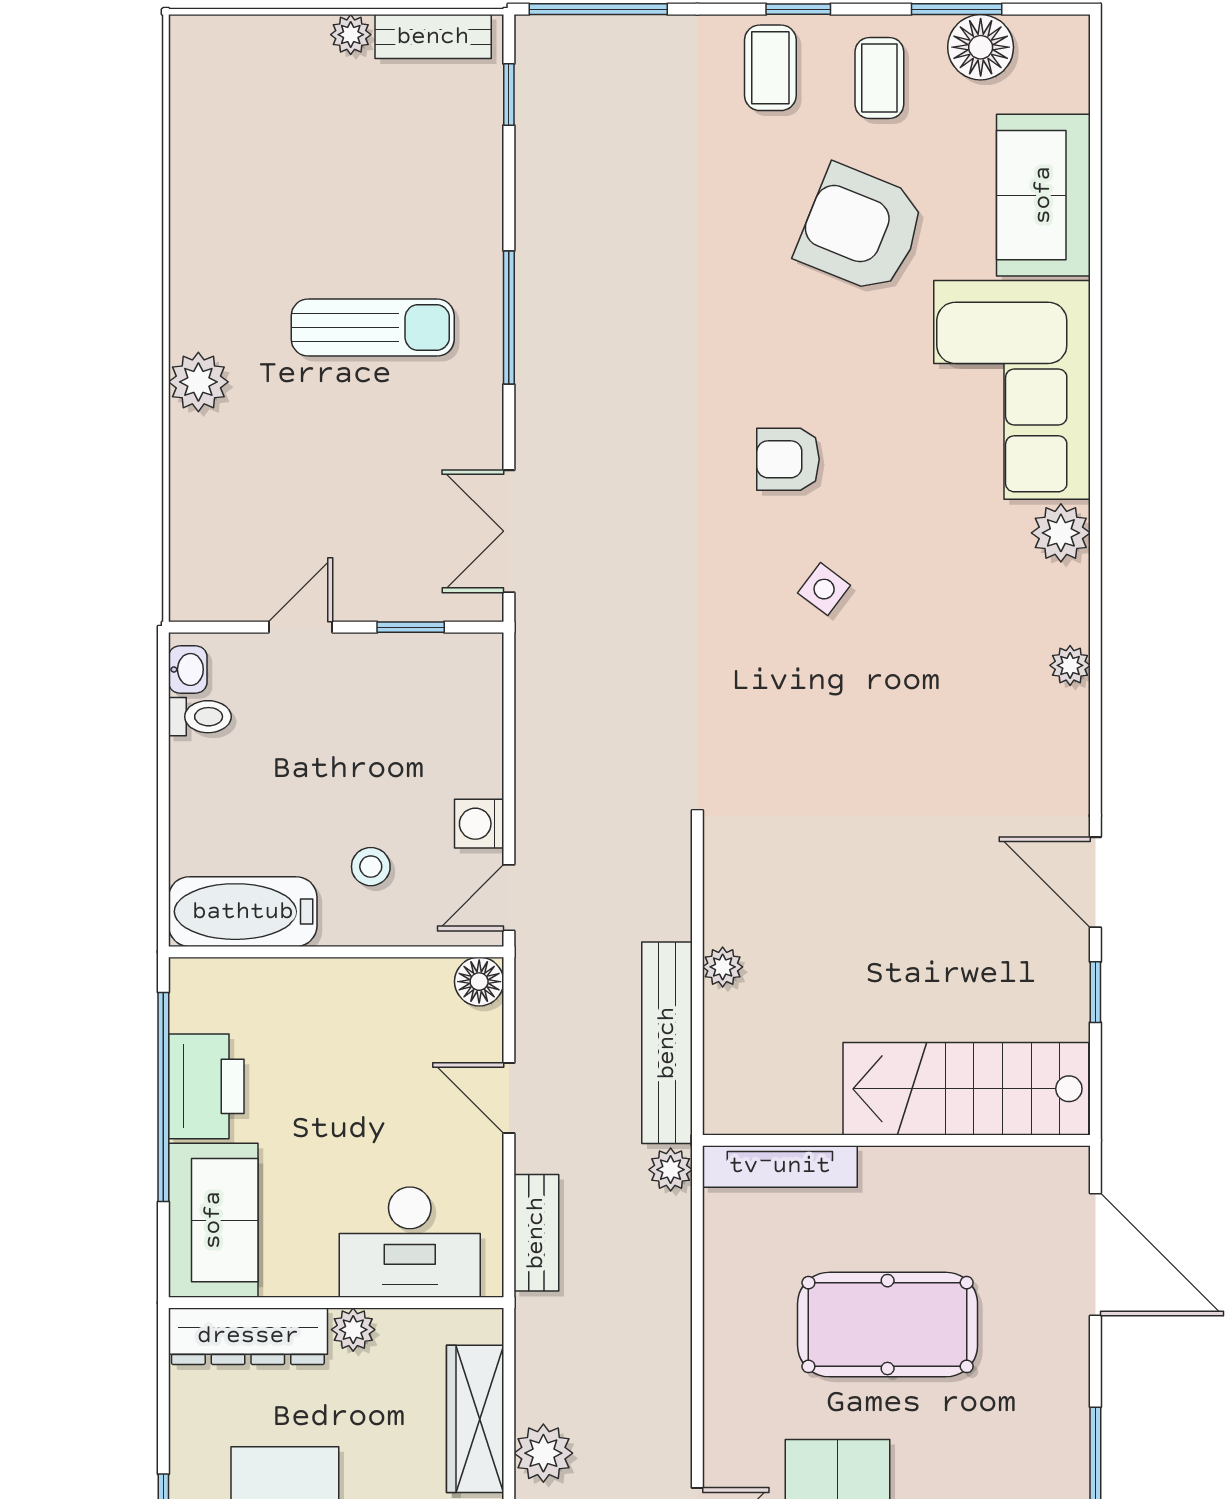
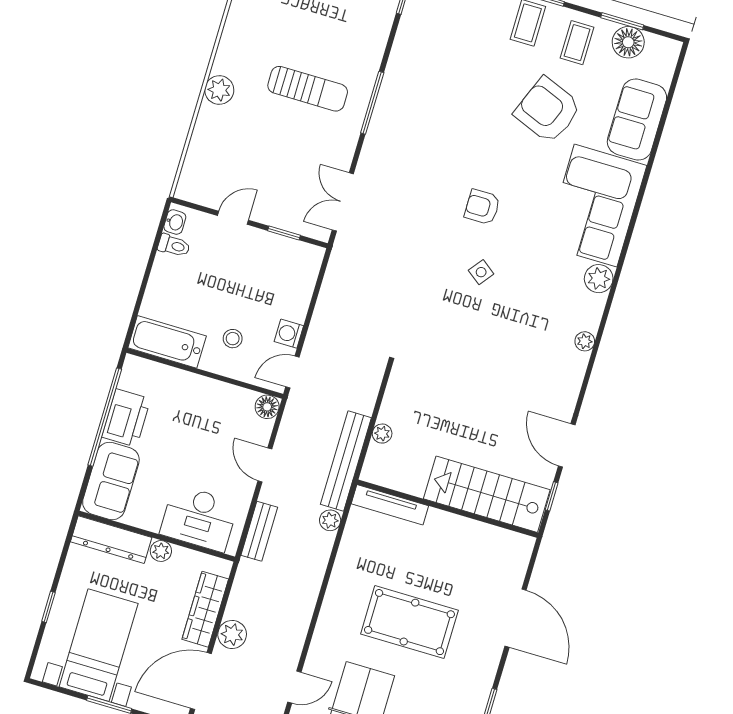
stairs: (966, 1089) -> (487, 494), moved
wall: (896, 1140) -> (448, 509), moved
tv unit: (780, 1166) -> (390, 505), moved

